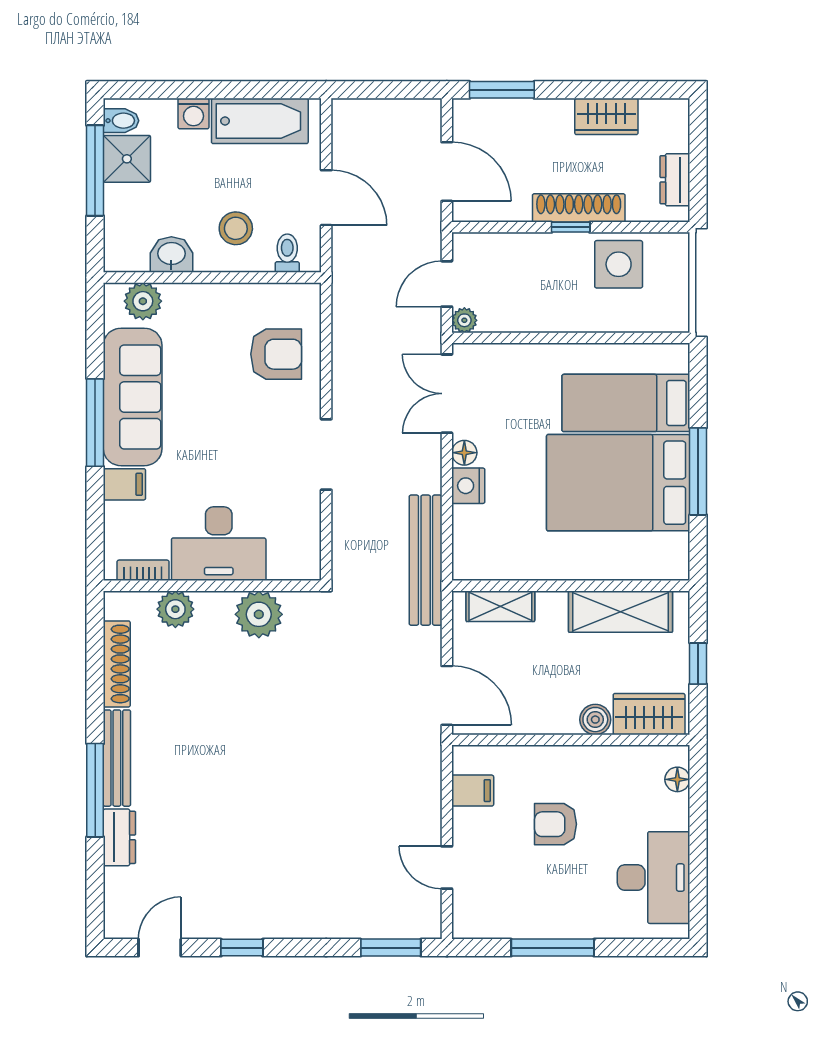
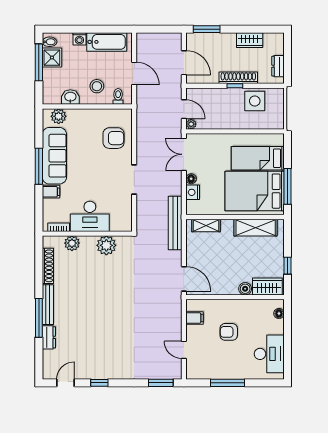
door: (447, 284) -> (184, 109), swing flipped
wall: (571, 586) -> (235, 217), moved
shelving: (500, 606) -> (206, 225), moved
shelving: (621, 612) -> (256, 228), moved

